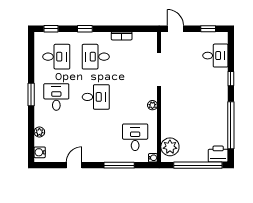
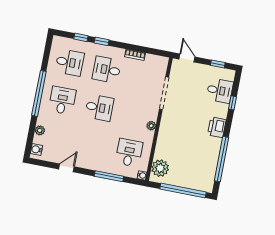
window: (51, 29) -> (81, 37), moved
window: (231, 79) -> (232, 103), moved
window: (31, 94) -> (39, 93), width x2.11
printer: (218, 154) -> (217, 127), moved, turned -90

